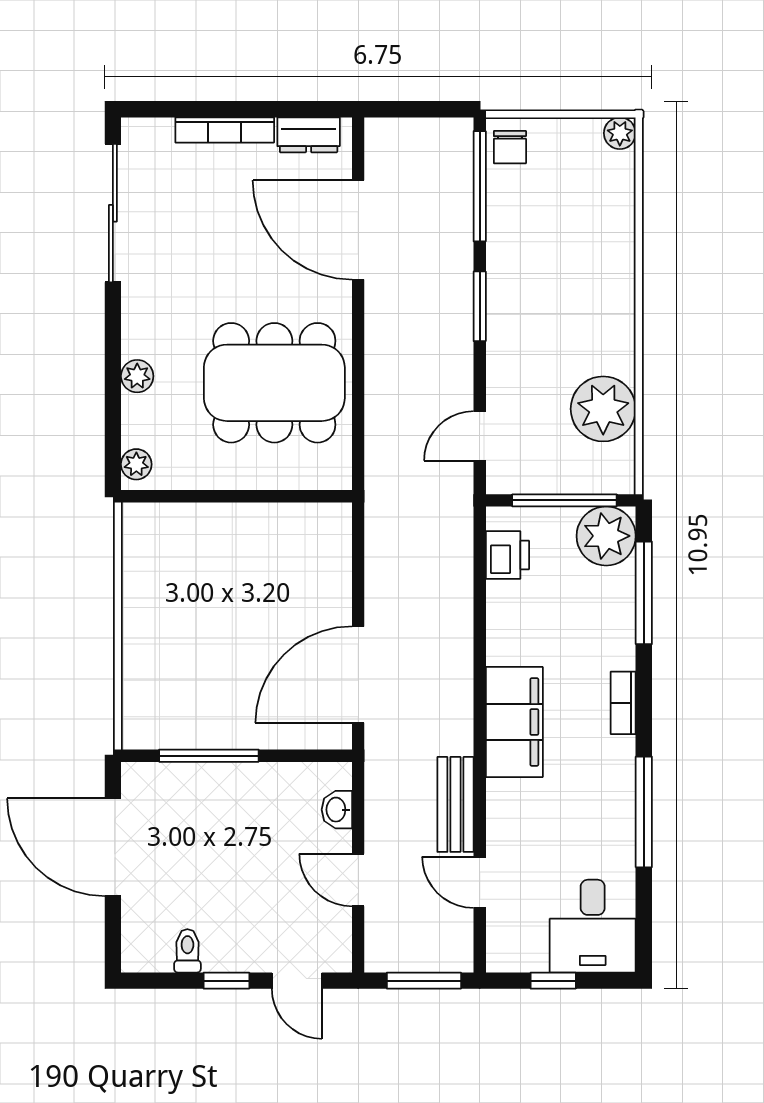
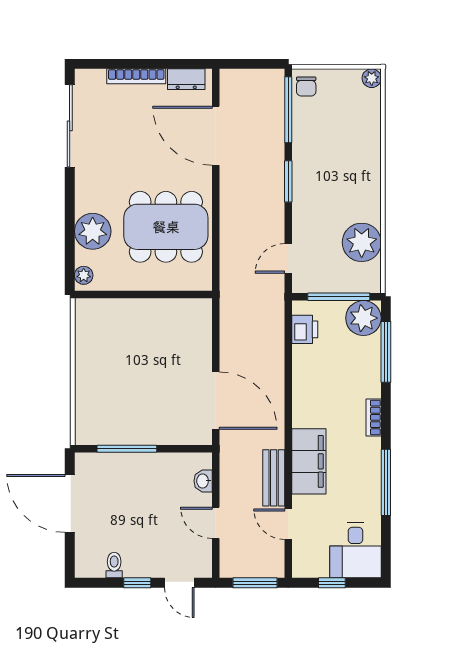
plant: (137, 376) -> (93, 231), width x1.88, depth x1.88
door: (358, 675) -> (216, 401), swing flipped
filing cabinet: (514, 722) -> (309, 461), moved

